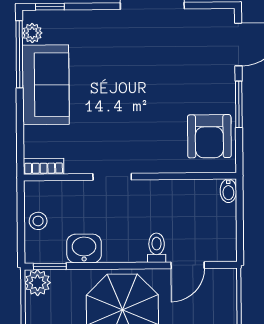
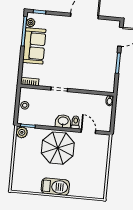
armchair: (209, 136) -> (104, 76), removed
washbasin: (84, 249) -> (63, 121), moved
door: (188, 265) -> (88, 131), swing flipped

